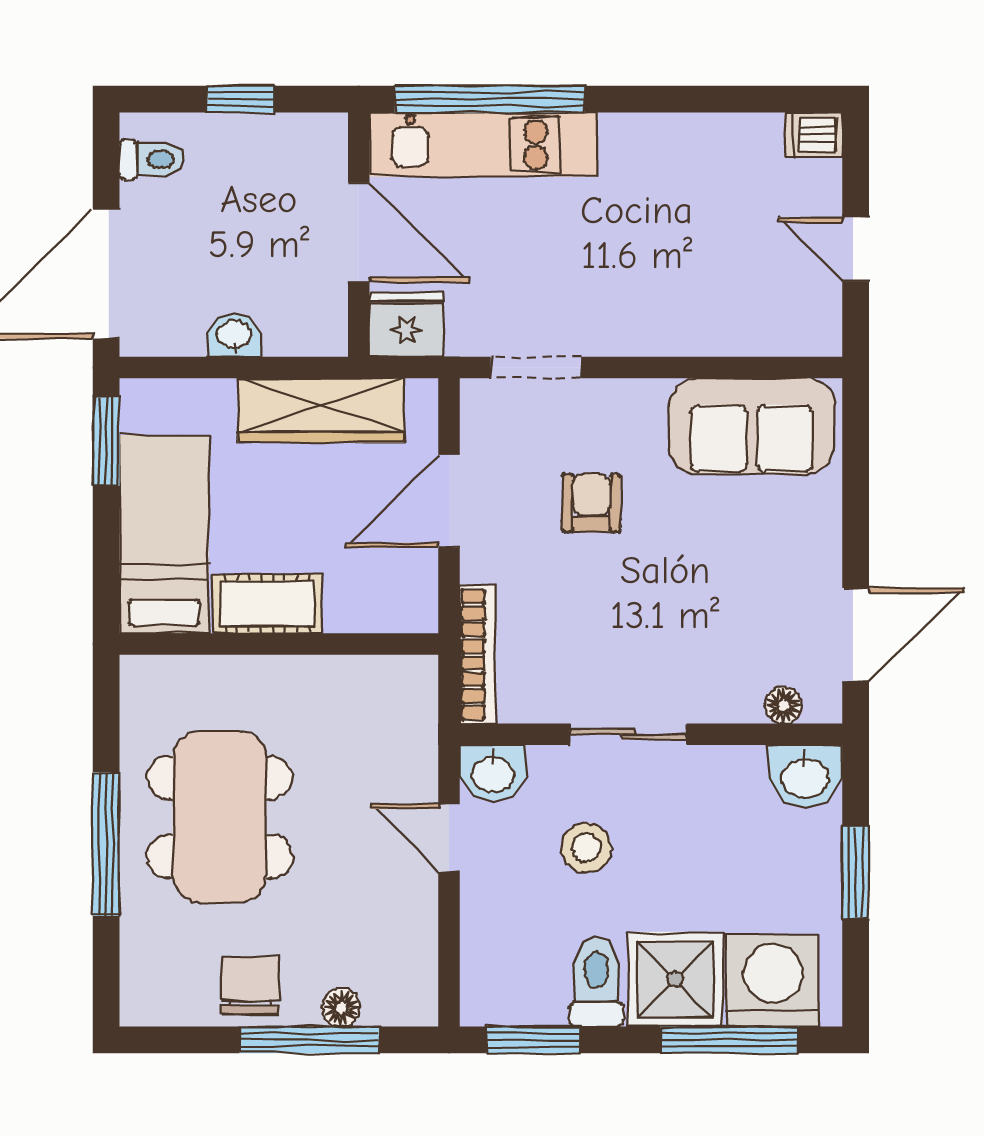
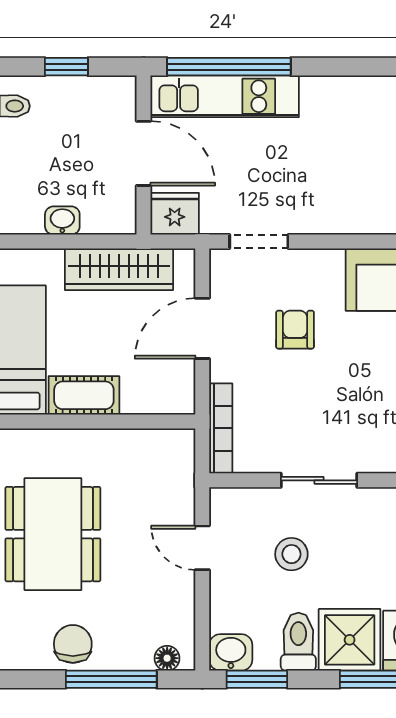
washbasin: (493, 773) -> (231, 652), moved, turned 180
floor lamp: (341, 1008) -> (167, 658), moved

